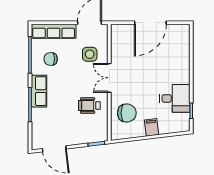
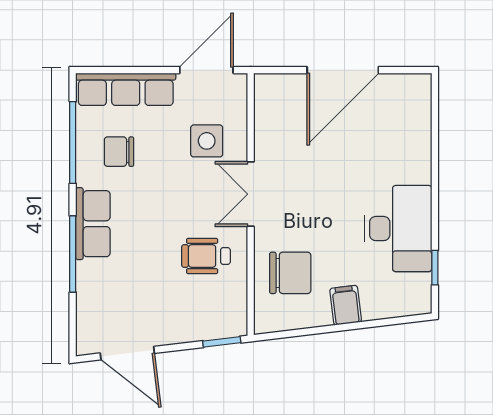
desk: (175, 98) -> (398, 229), width x1.37

